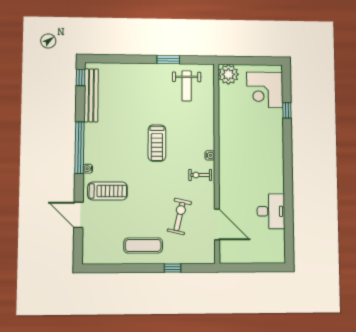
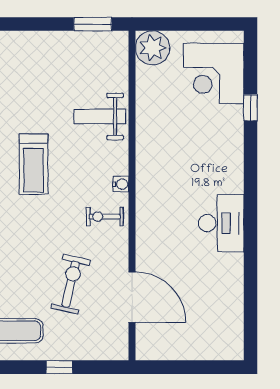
window: (168, 60) -> (93, 24), moved
weight bench: (187, 86) -> (100, 117), moved, turned 90
desk: (271, 211) -> (221, 223), moved

